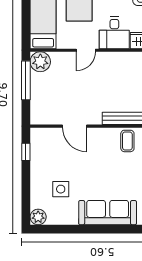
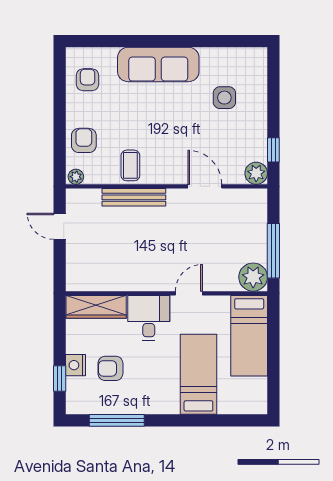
plant: (38, 217) -> (256, 173), moved

